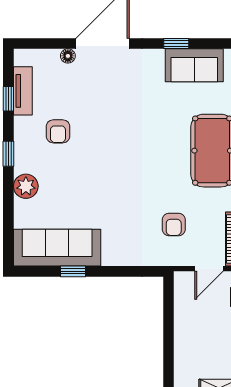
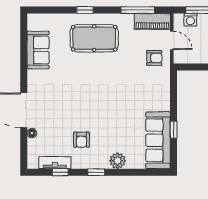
window: (176, 43) -> (24, 62), removed
armchair: (58, 131) -> (82, 140), turned 90
armchair: (174, 225) -> (154, 58), moved

